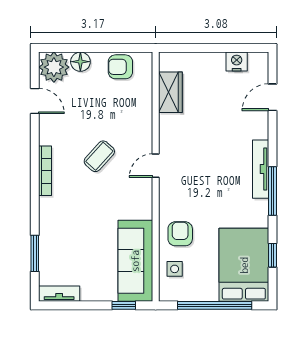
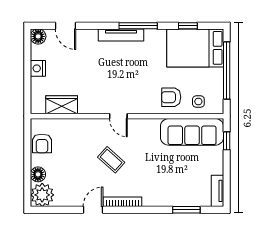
nightstand: (237, 62) -> (38, 68), moved
floor lamp: (259, 62) -> (38, 36), added
door: (35, 101) -> (93, 210), moved

